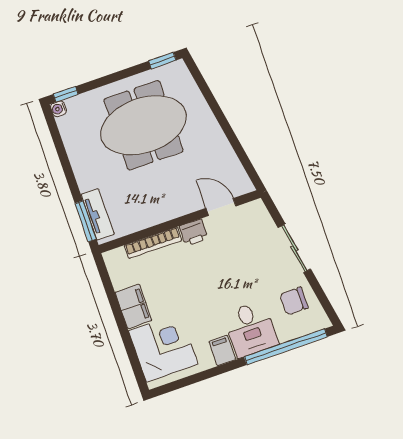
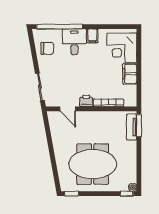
sliding door: (294, 248) -> (40, 87), moved

